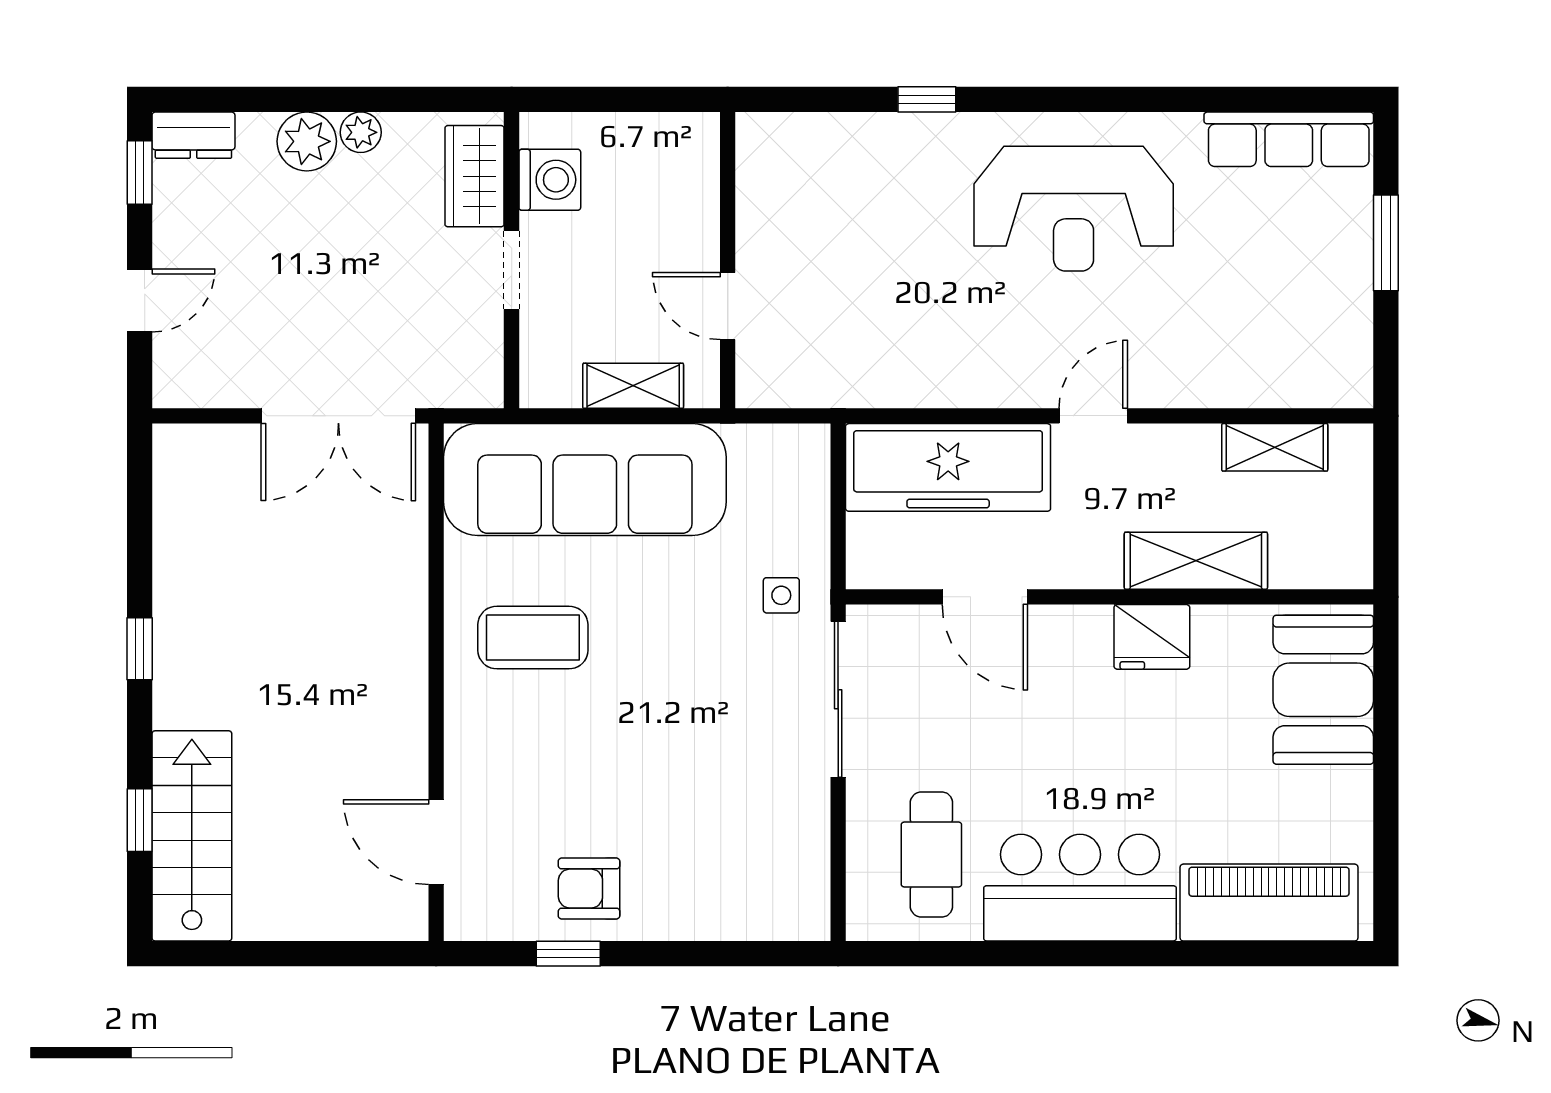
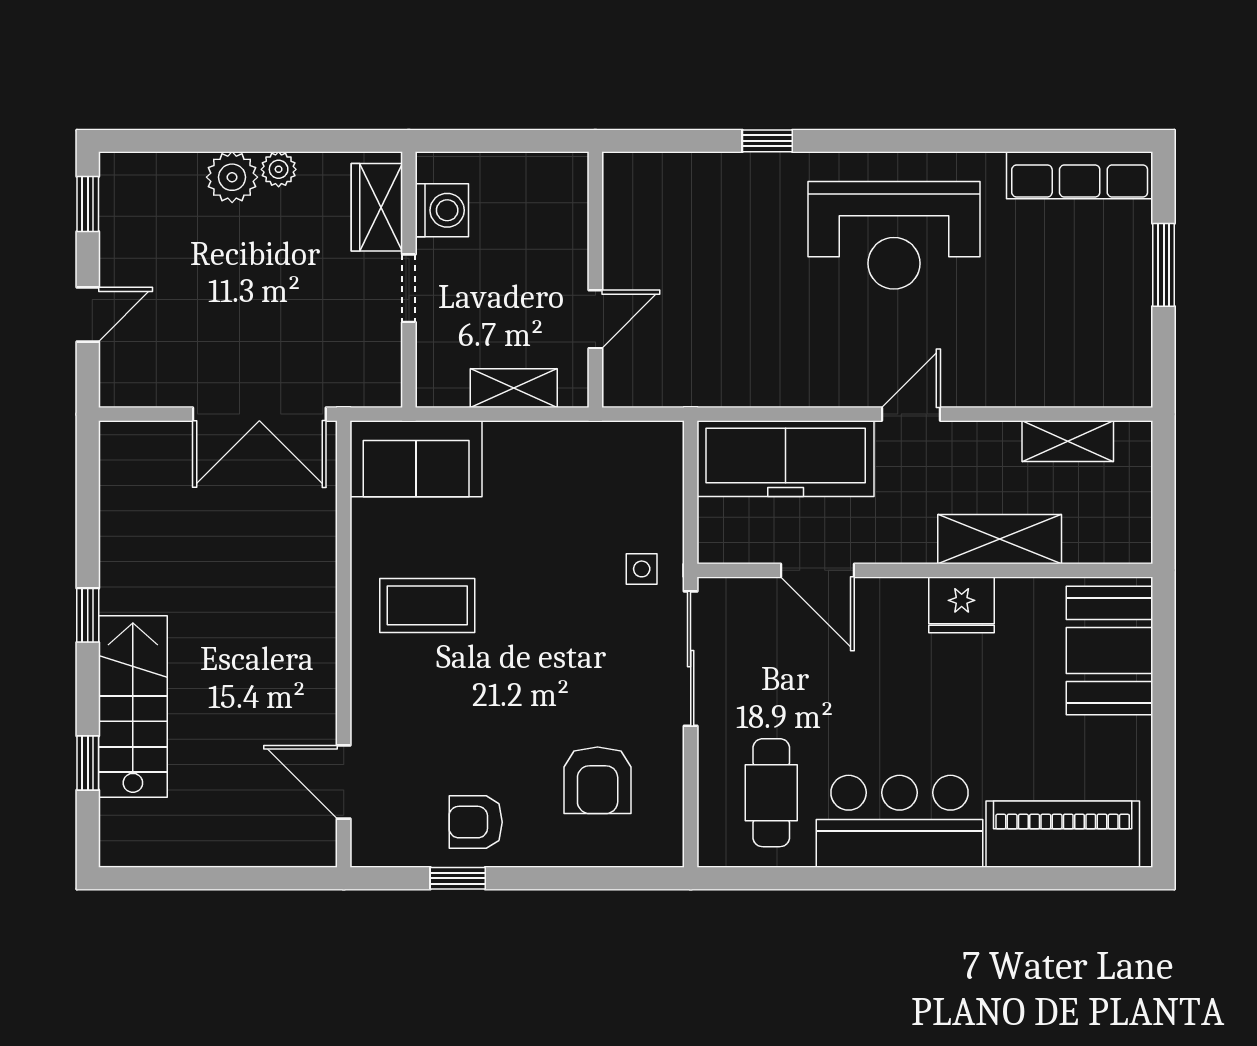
dresser: (193, 135) -> (134, 172), removed
door: (728, 306) -> (595, 319), swing flipped
sofa: (585, 480) -> (416, 459), width x0.54, depth x0.79
stairs: (192, 836) -> (133, 707), moved
armchair: (730, 840) -> (598, 780), added

